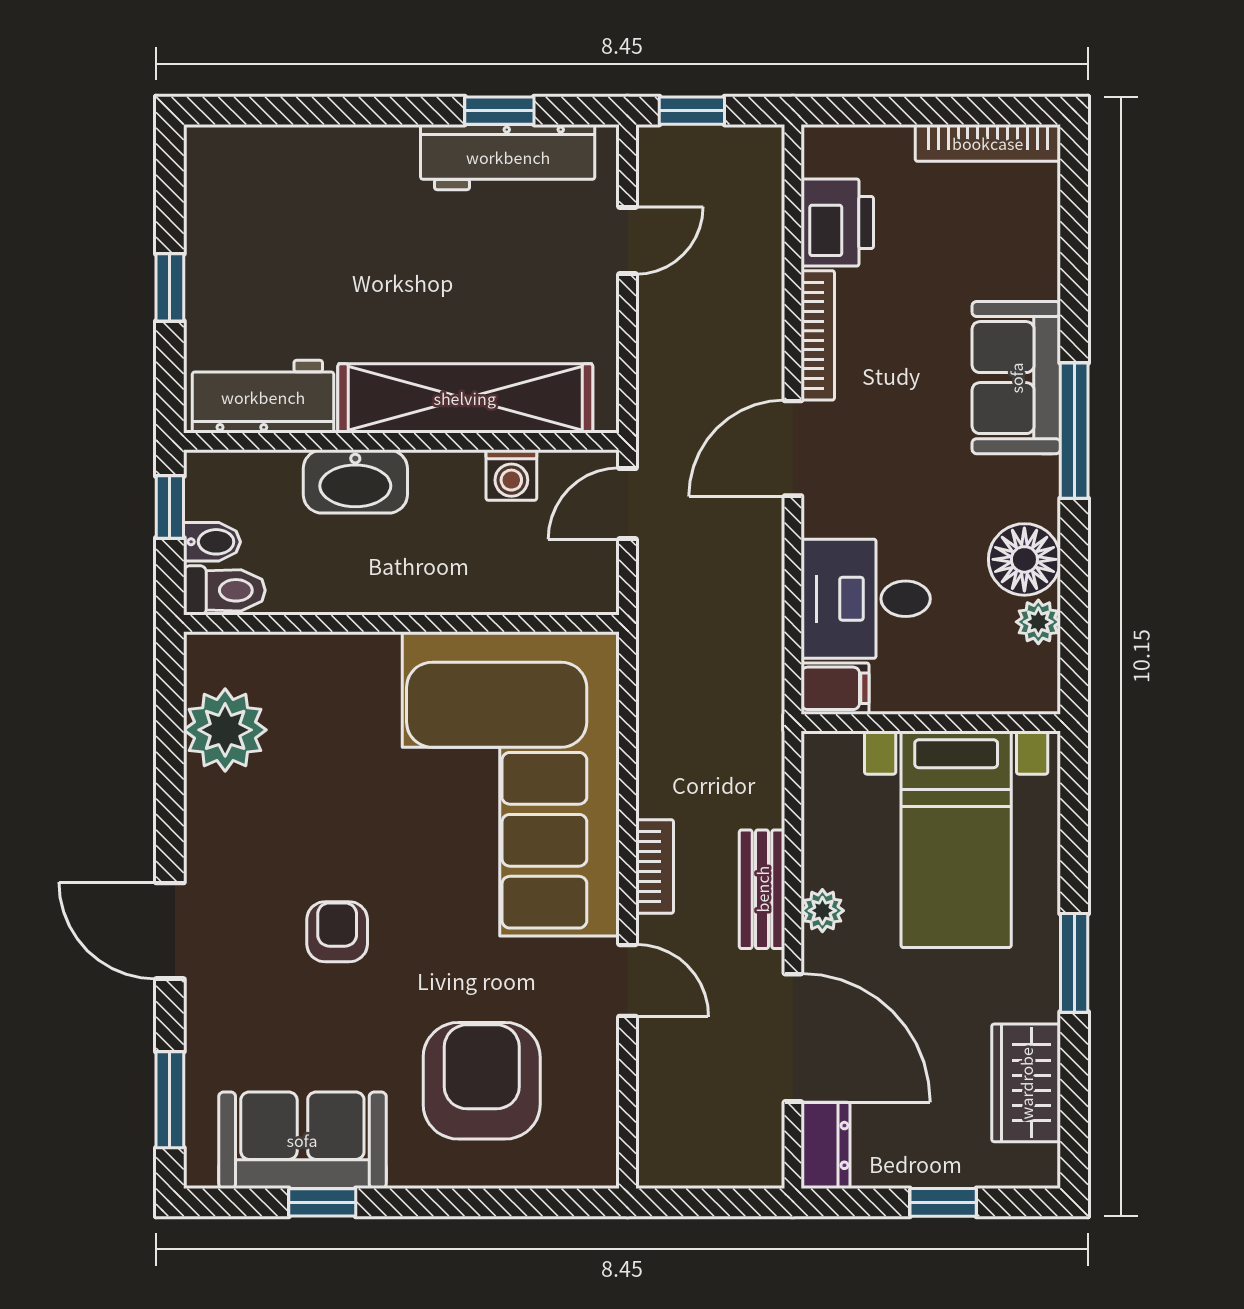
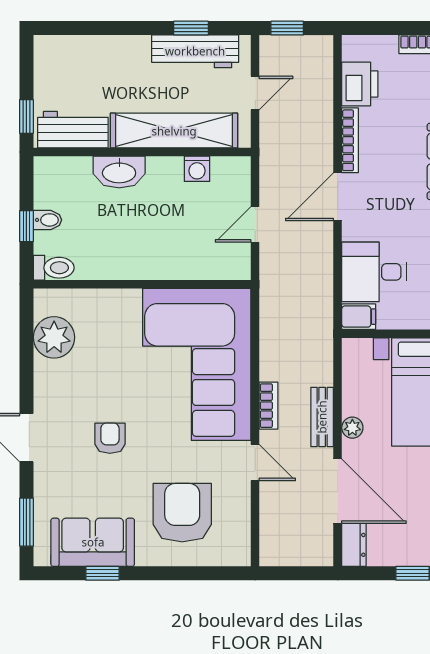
workbench: (263, 397) -> (73, 130), moved
shelving: (465, 398) -> (174, 131), moved
wall: (401, 441) -> (142, 152), moved
washing machine: (511, 475) -> (197, 169), moved
washbasin: (355, 481) -> (119, 172), moved
bidet: (212, 542) -> (48, 220), moved

